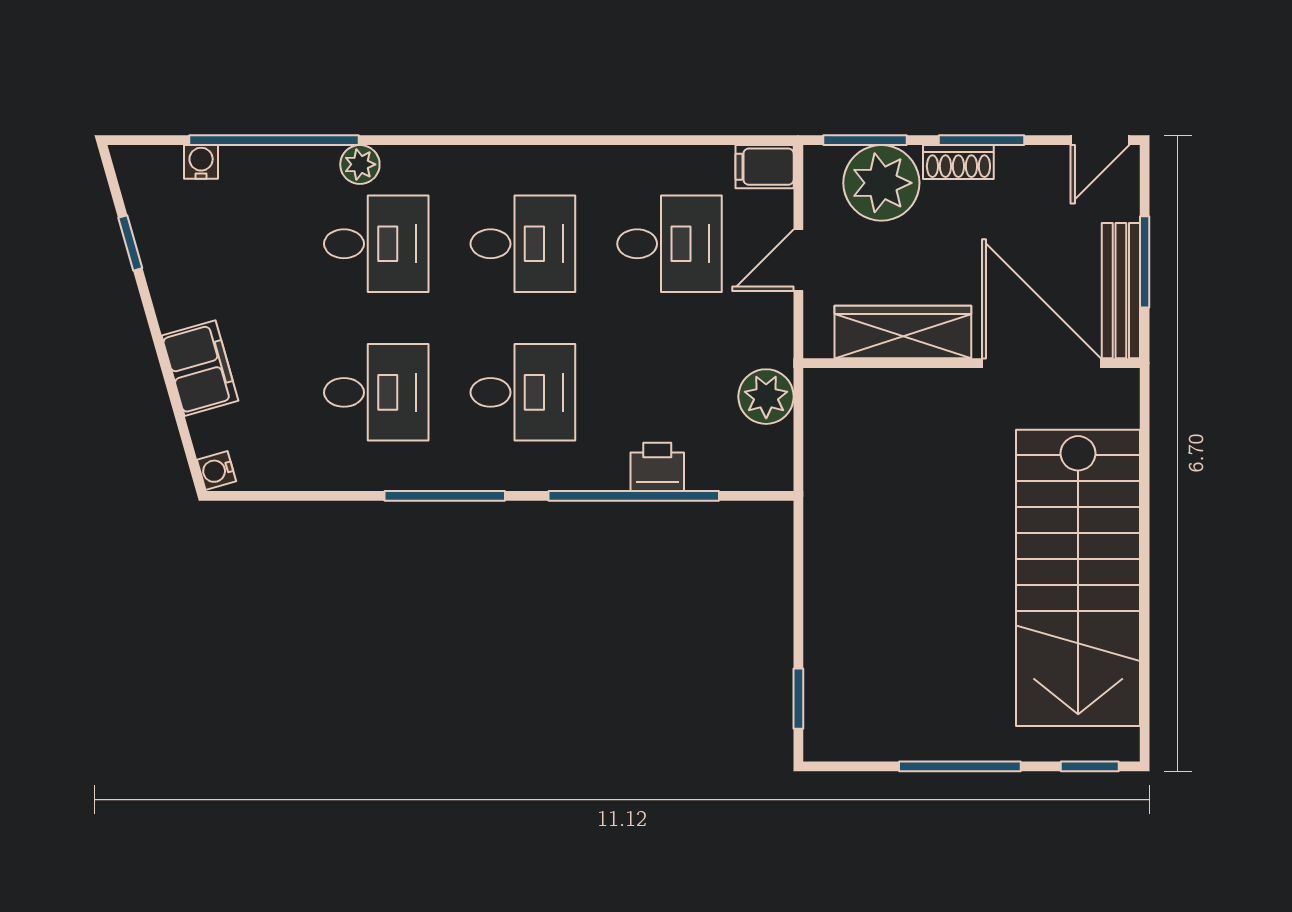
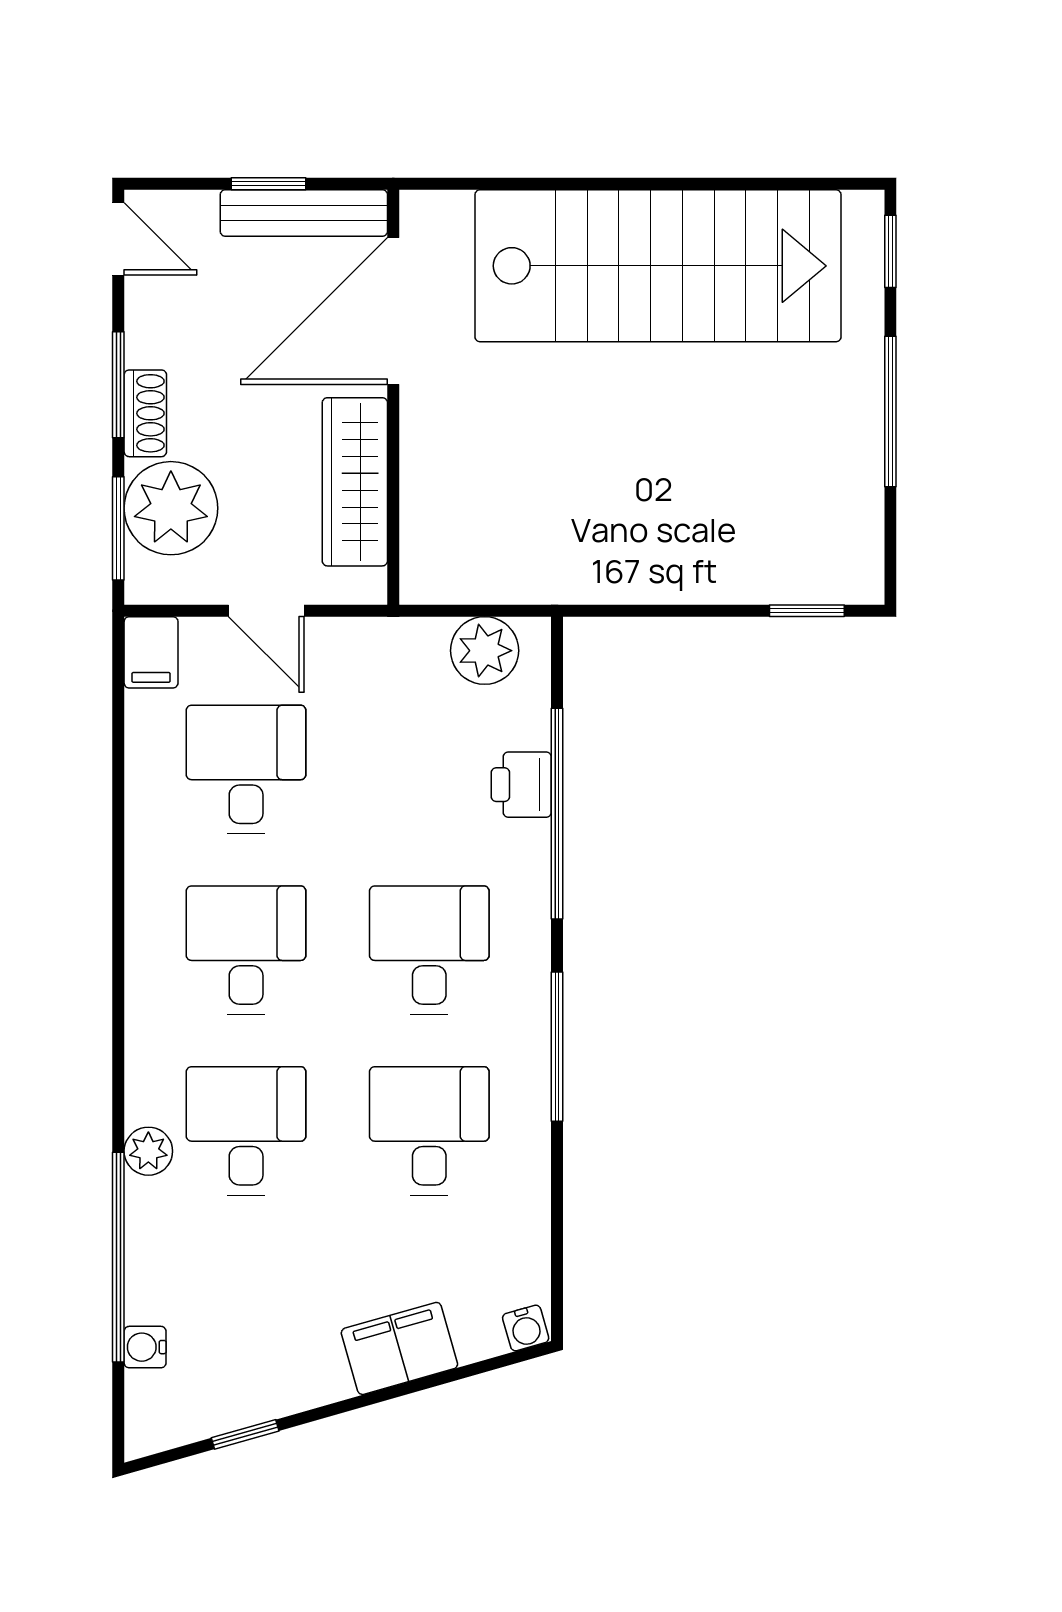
window: (1145, 262) -> (268, 184), width x0.67
plant: (766, 397) -> (485, 651), moved

